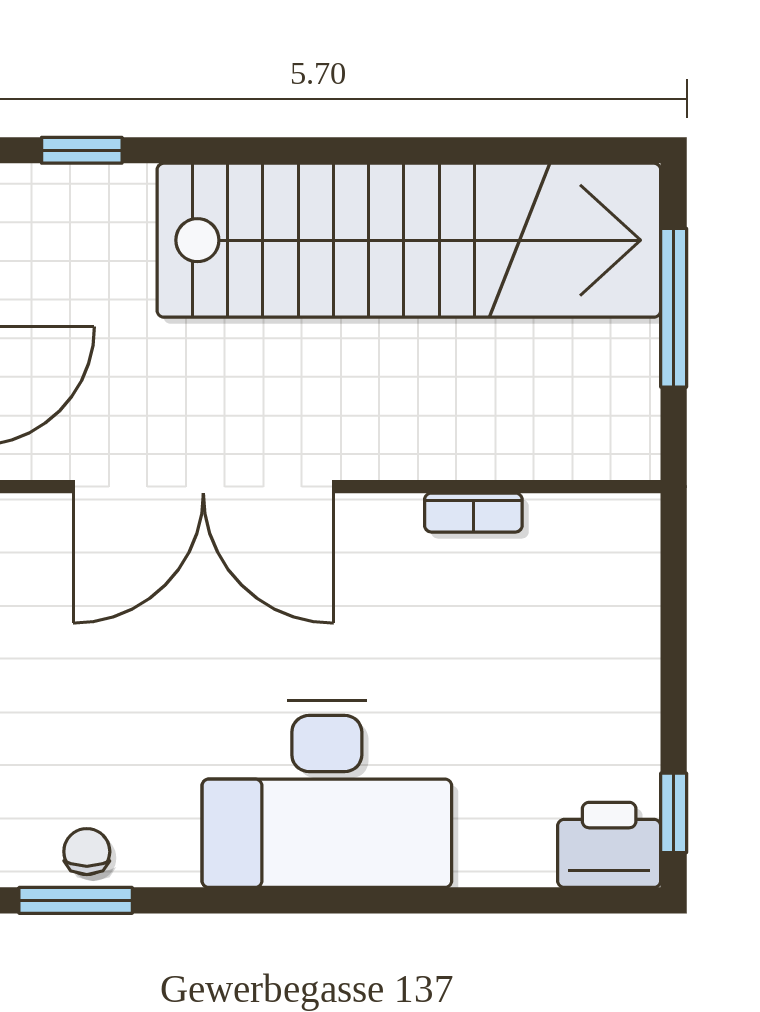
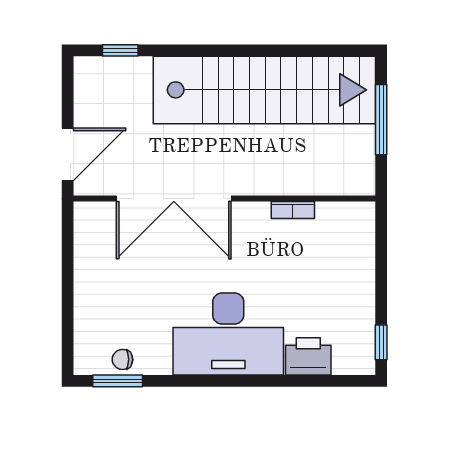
printer: (609, 845) -> (308, 356), moved
chair: (87, 852) -> (122, 359), turned -90

